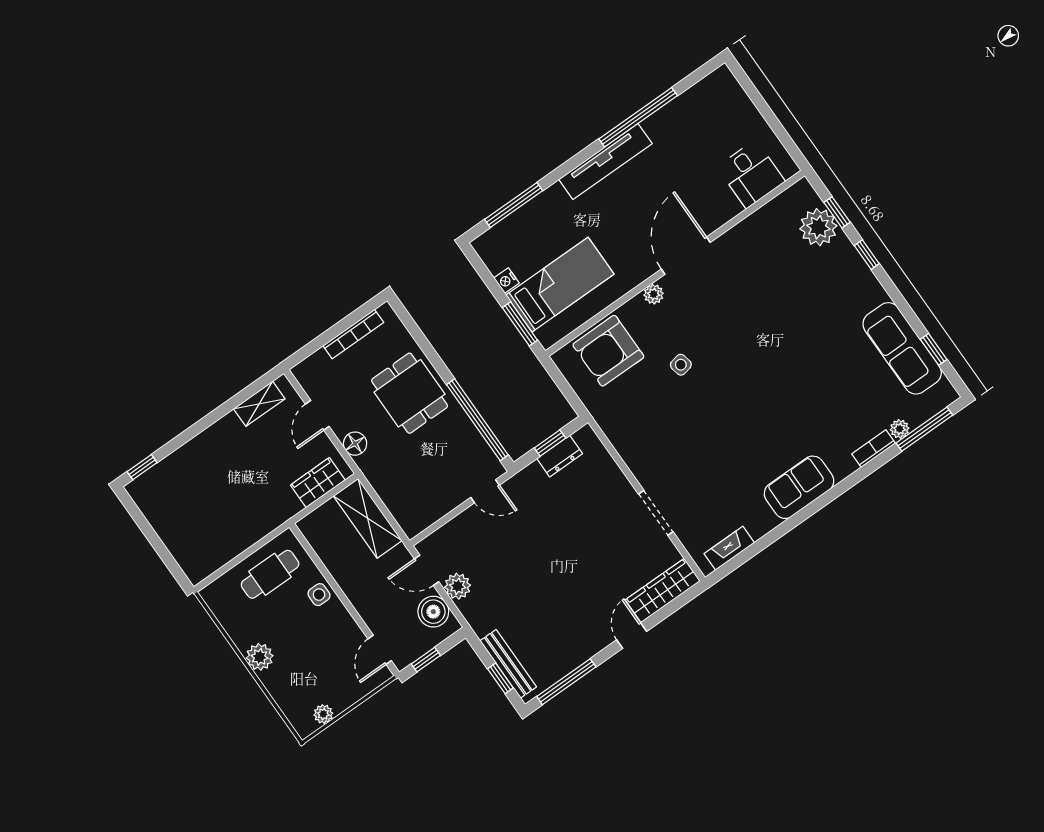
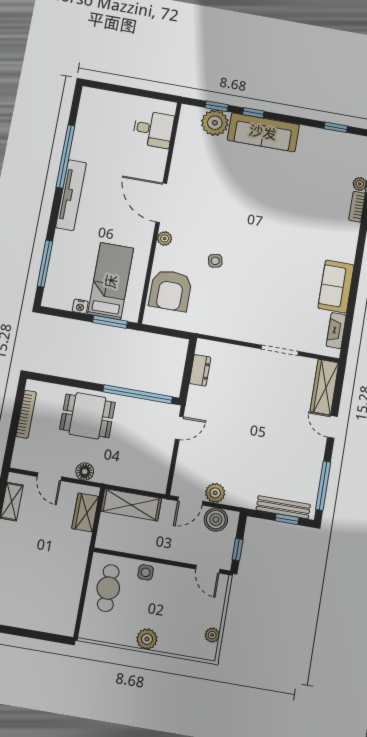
sofa: (902, 348) -> (263, 132), moved
window: (550, 443) -> (188, 369), removed
sofa: (799, 487) -> (336, 287), moved

